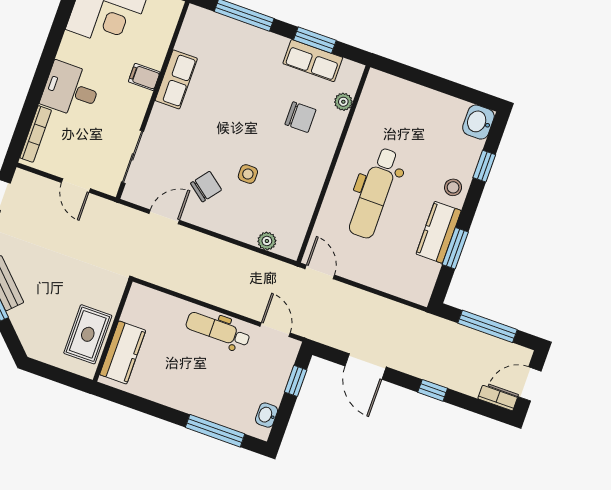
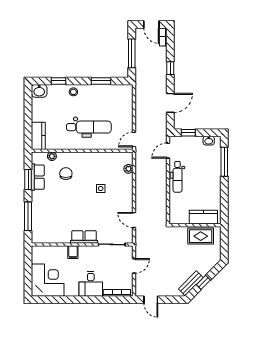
row of seats: (176, 79) -> (84, 237), moved
chair: (206, 187) -> (113, 206), removed
kitchen counter: (439, 232) -> (38, 136), moved, turned -90

